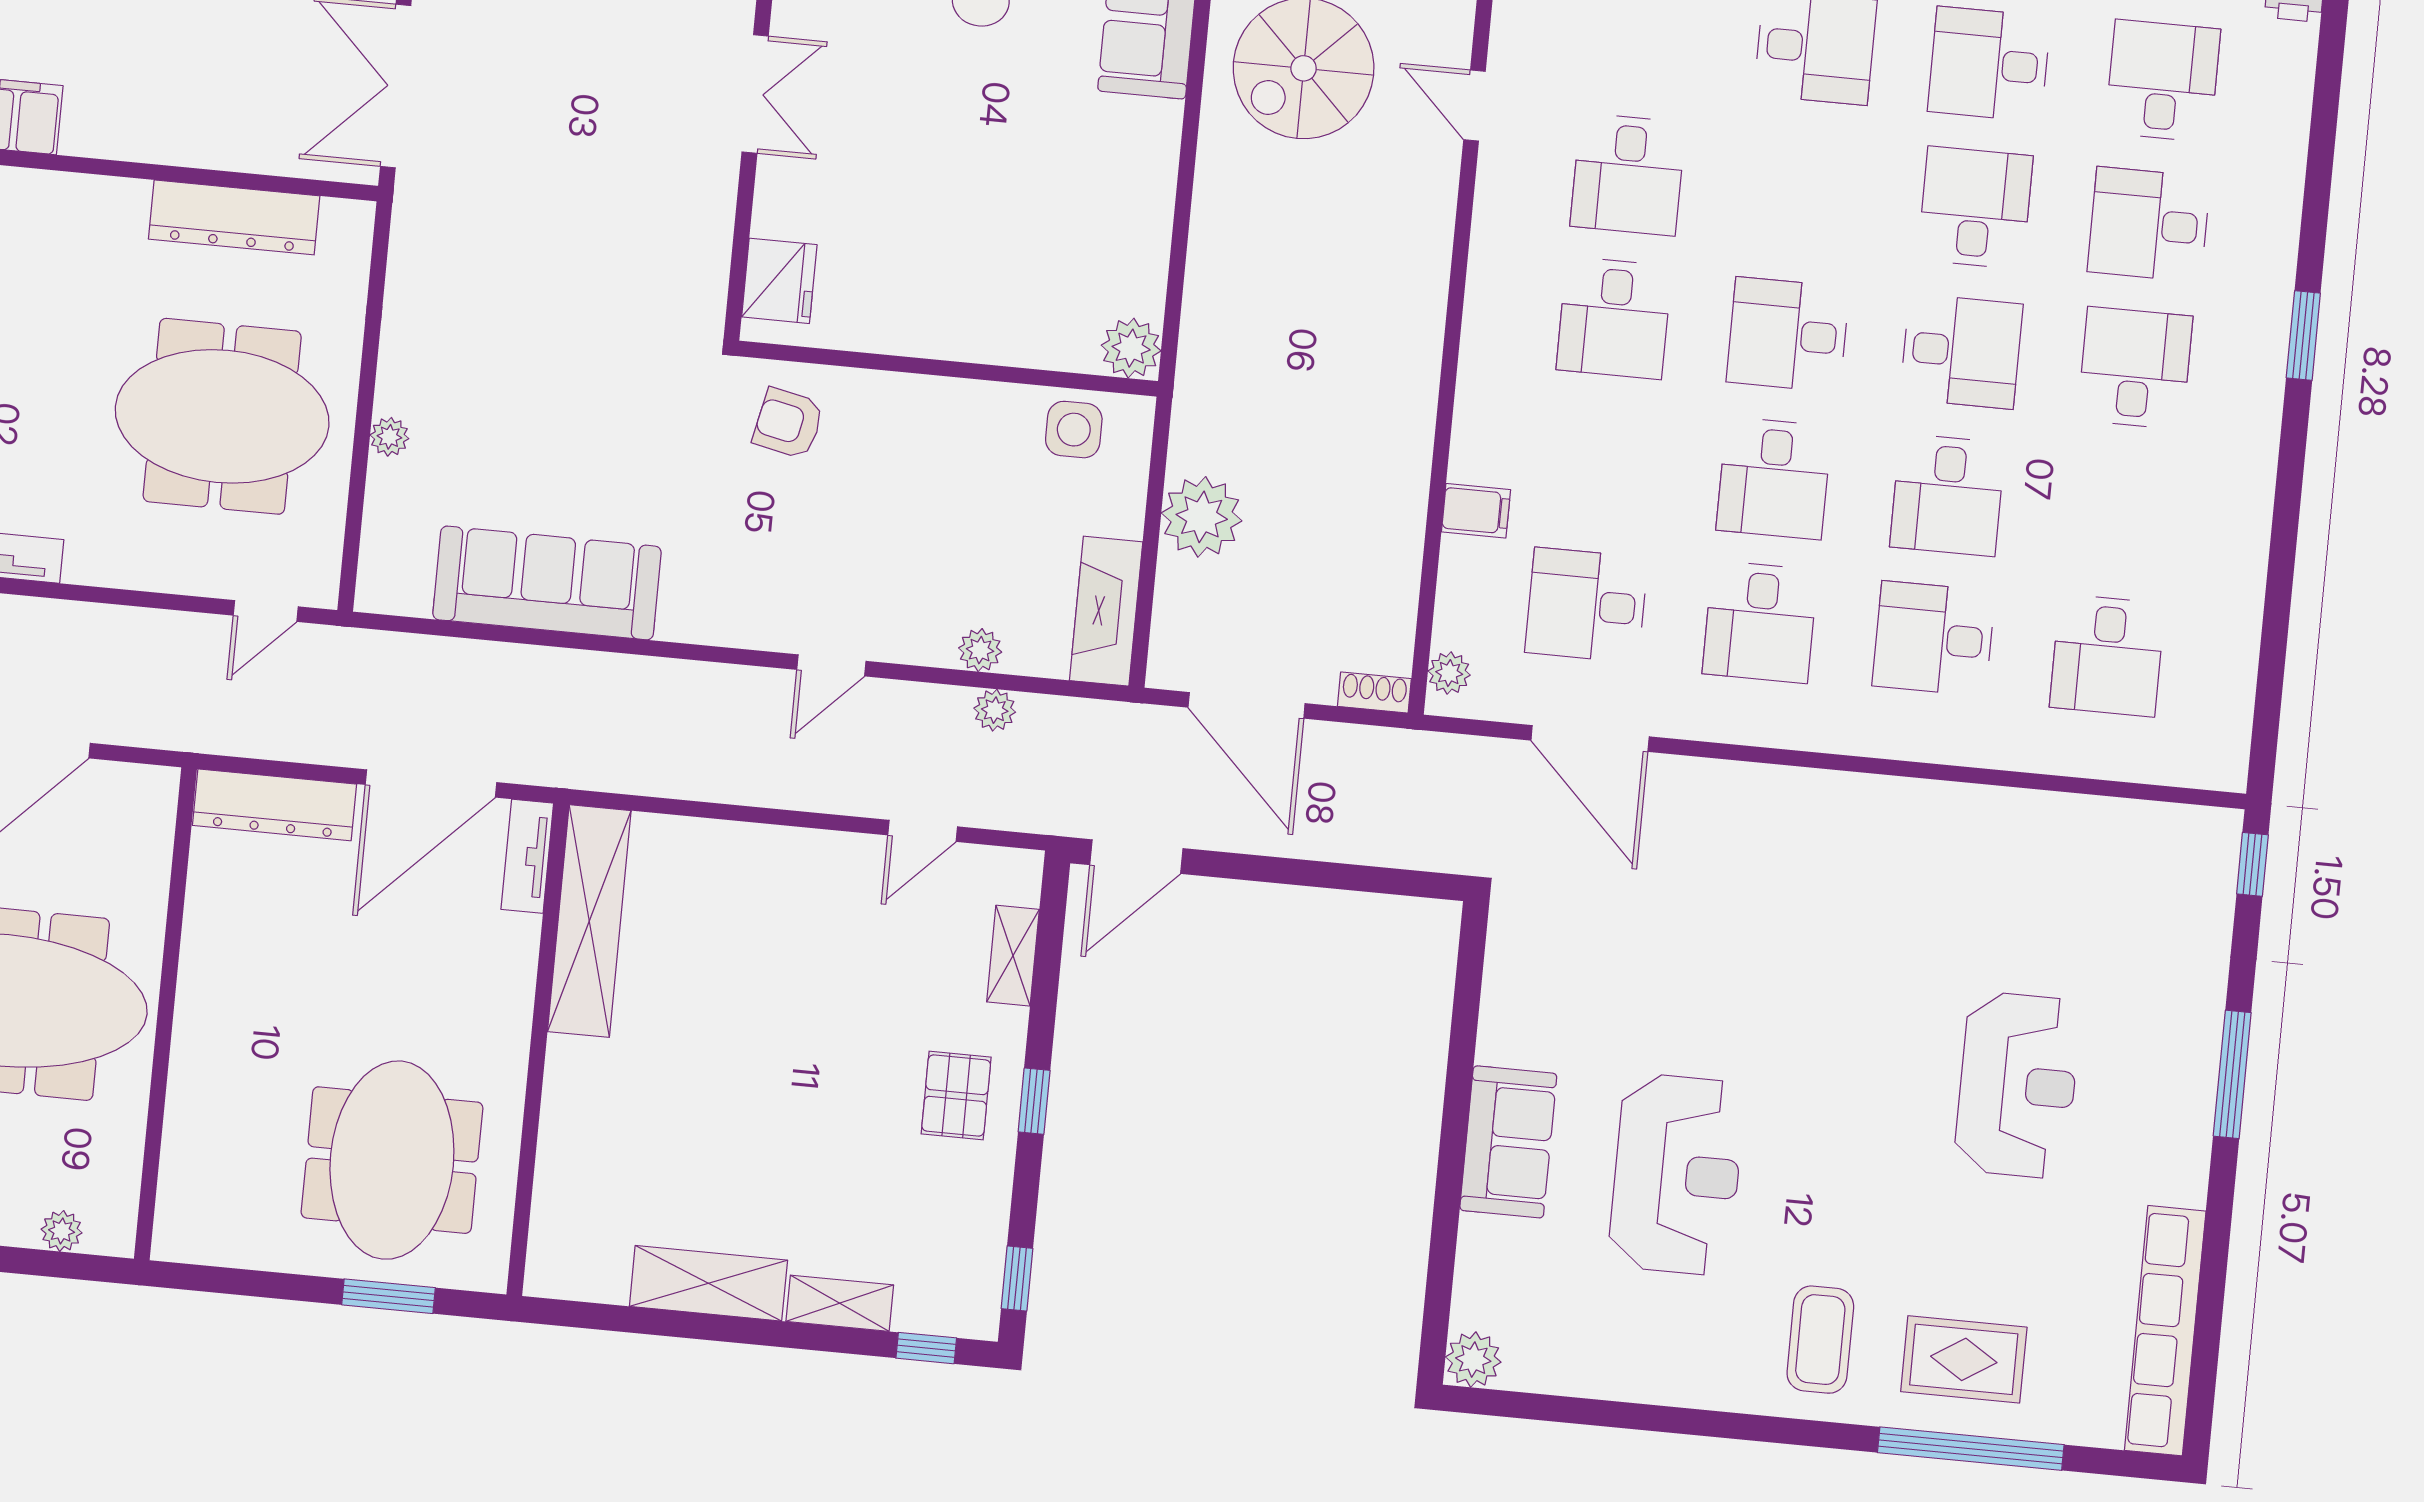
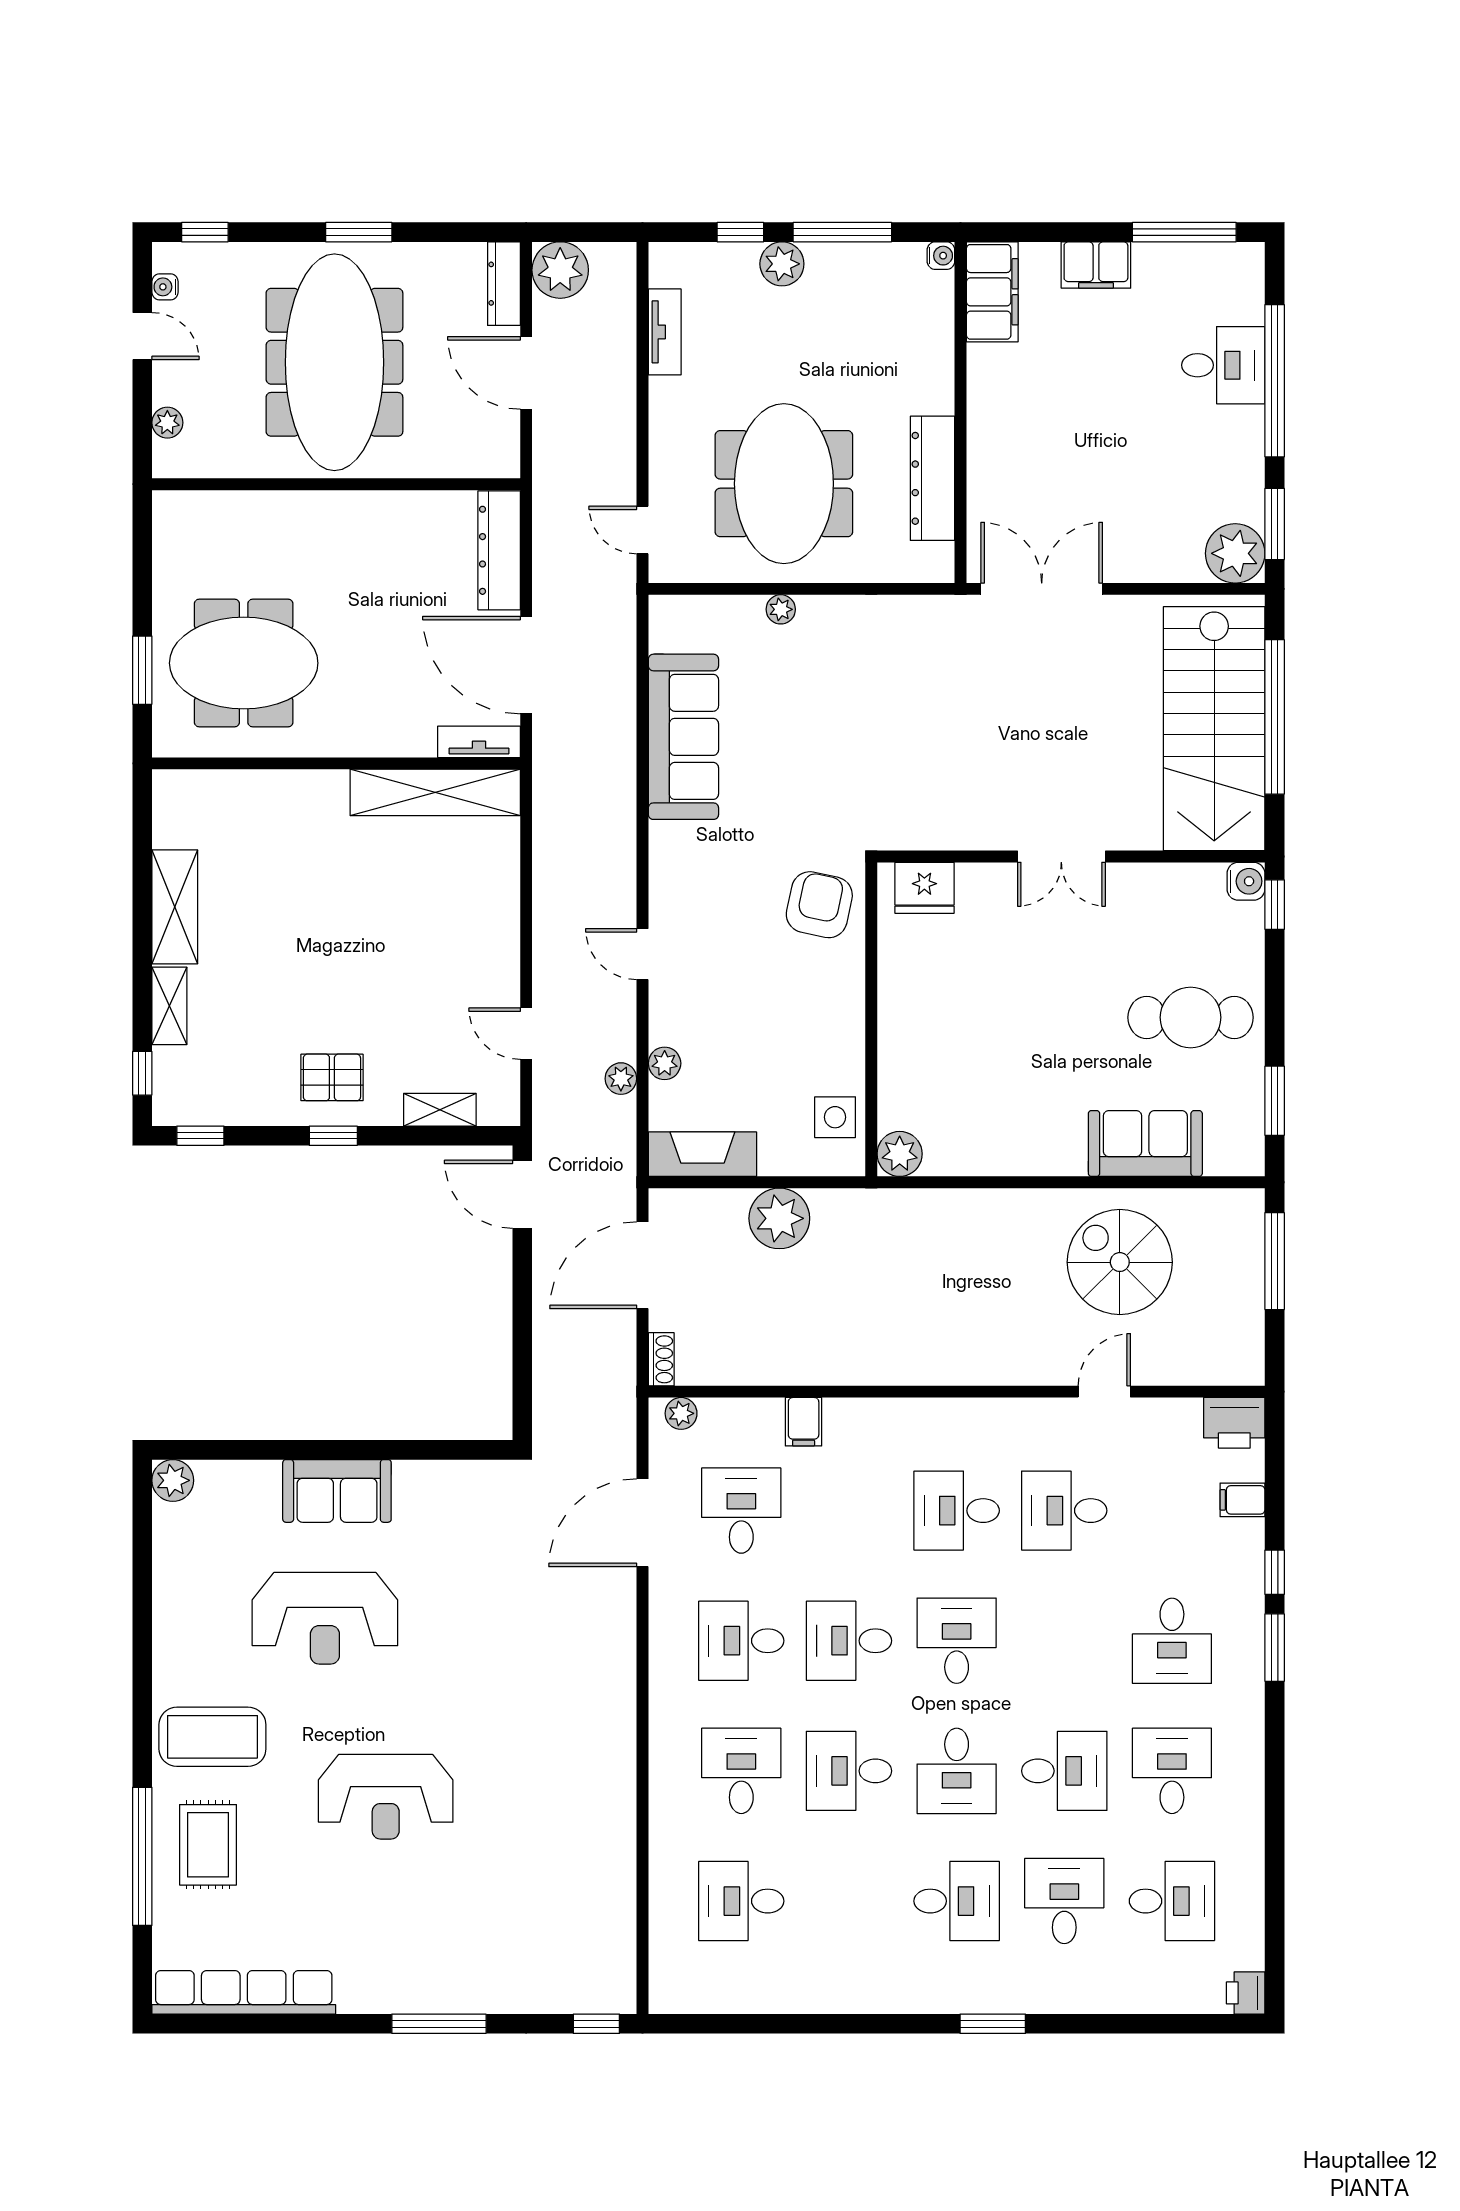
armchair: (788, 423) -> (819, 905), width x1.38, depth x1.38
reception desk: (2017, 1085) -> (386, 1797), moved
coffee table: (1820, 1340) -> (212, 1737), width x1.36, depth x1.32

